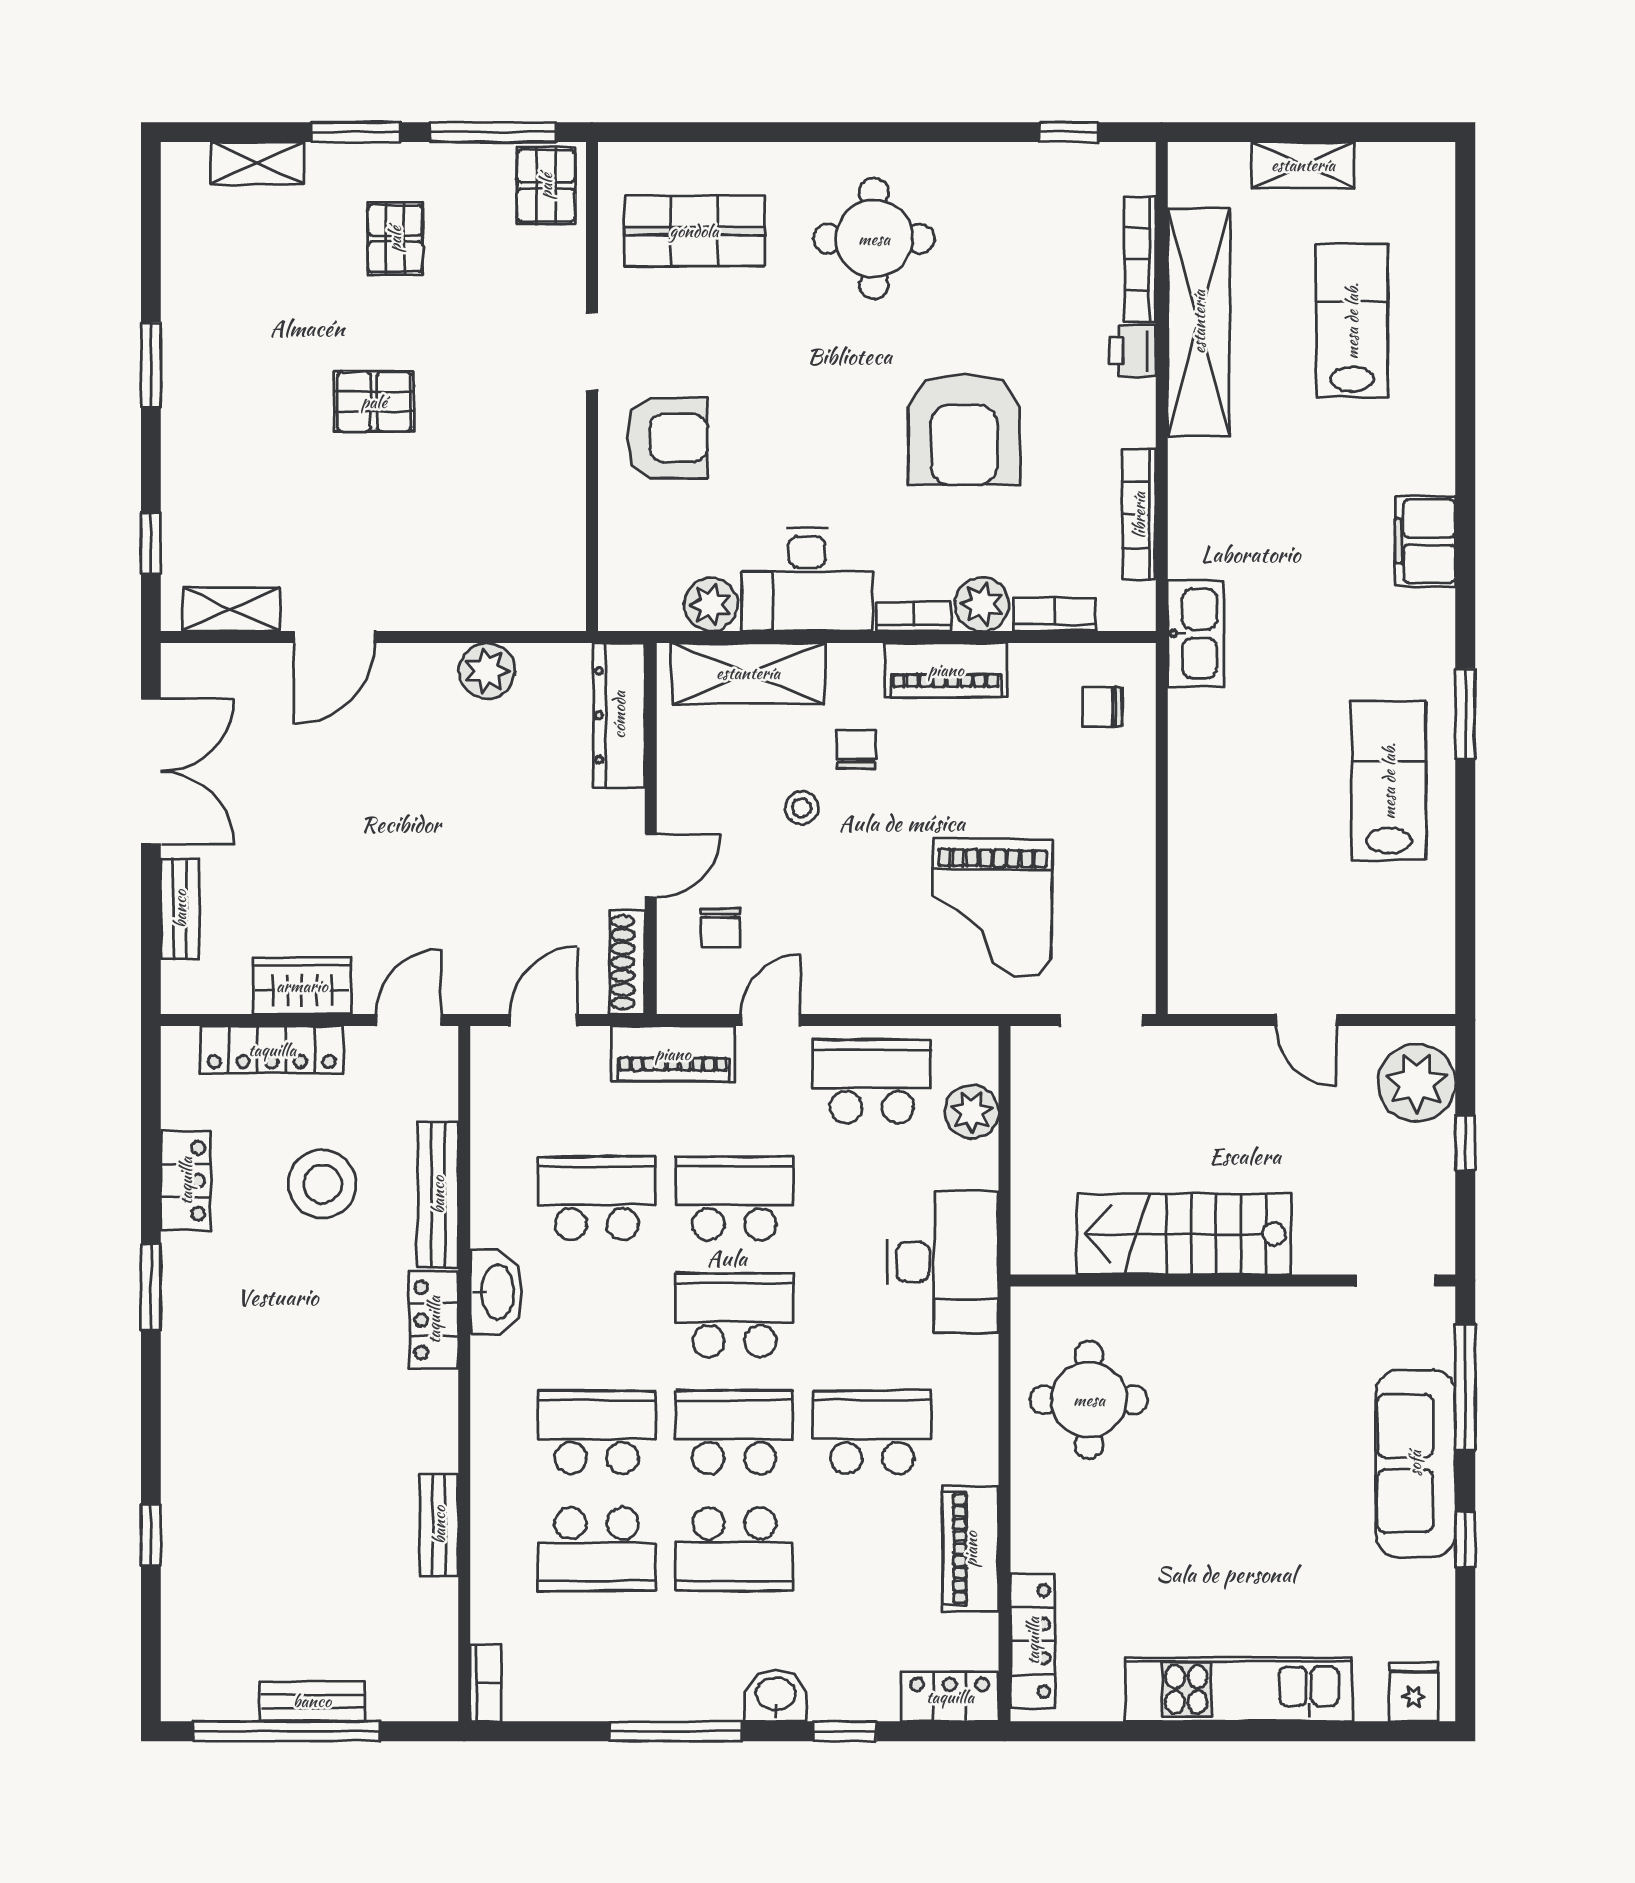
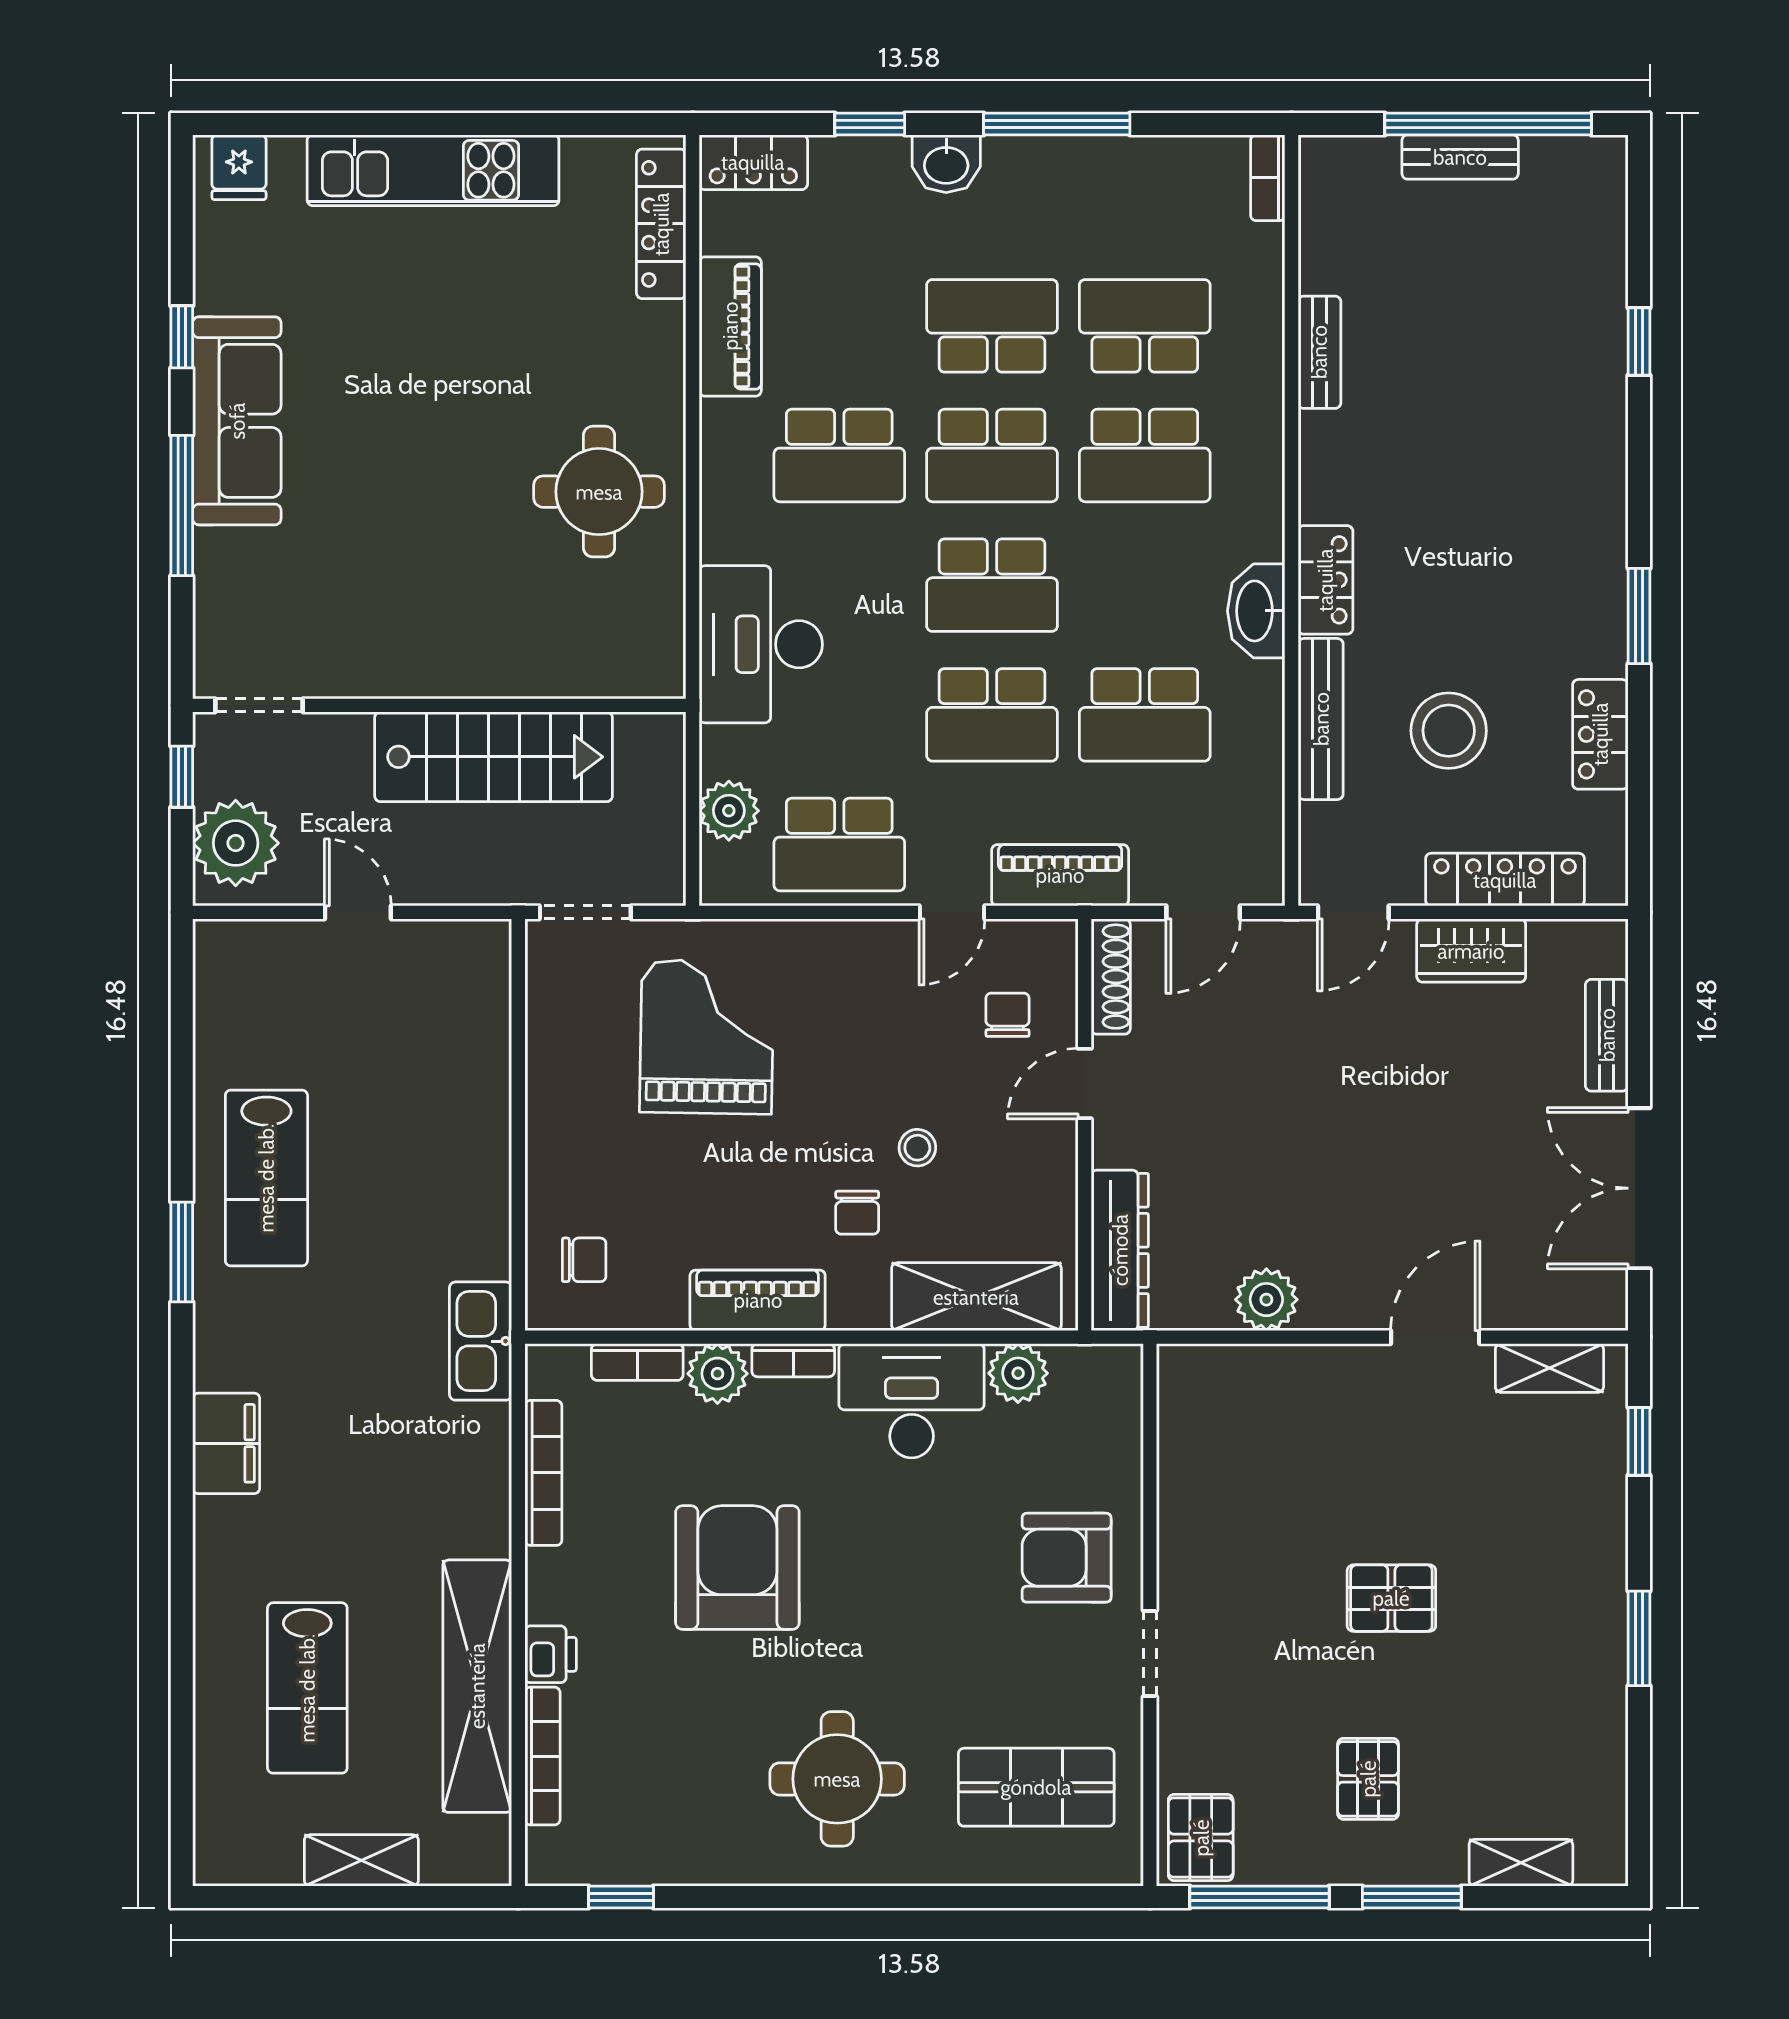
stairs: (1184, 1234) -> (494, 757), moved
wall: (1233, 1280) -> (439, 705), moved
doorway: (1396, 1280) -> (259, 705), moved

